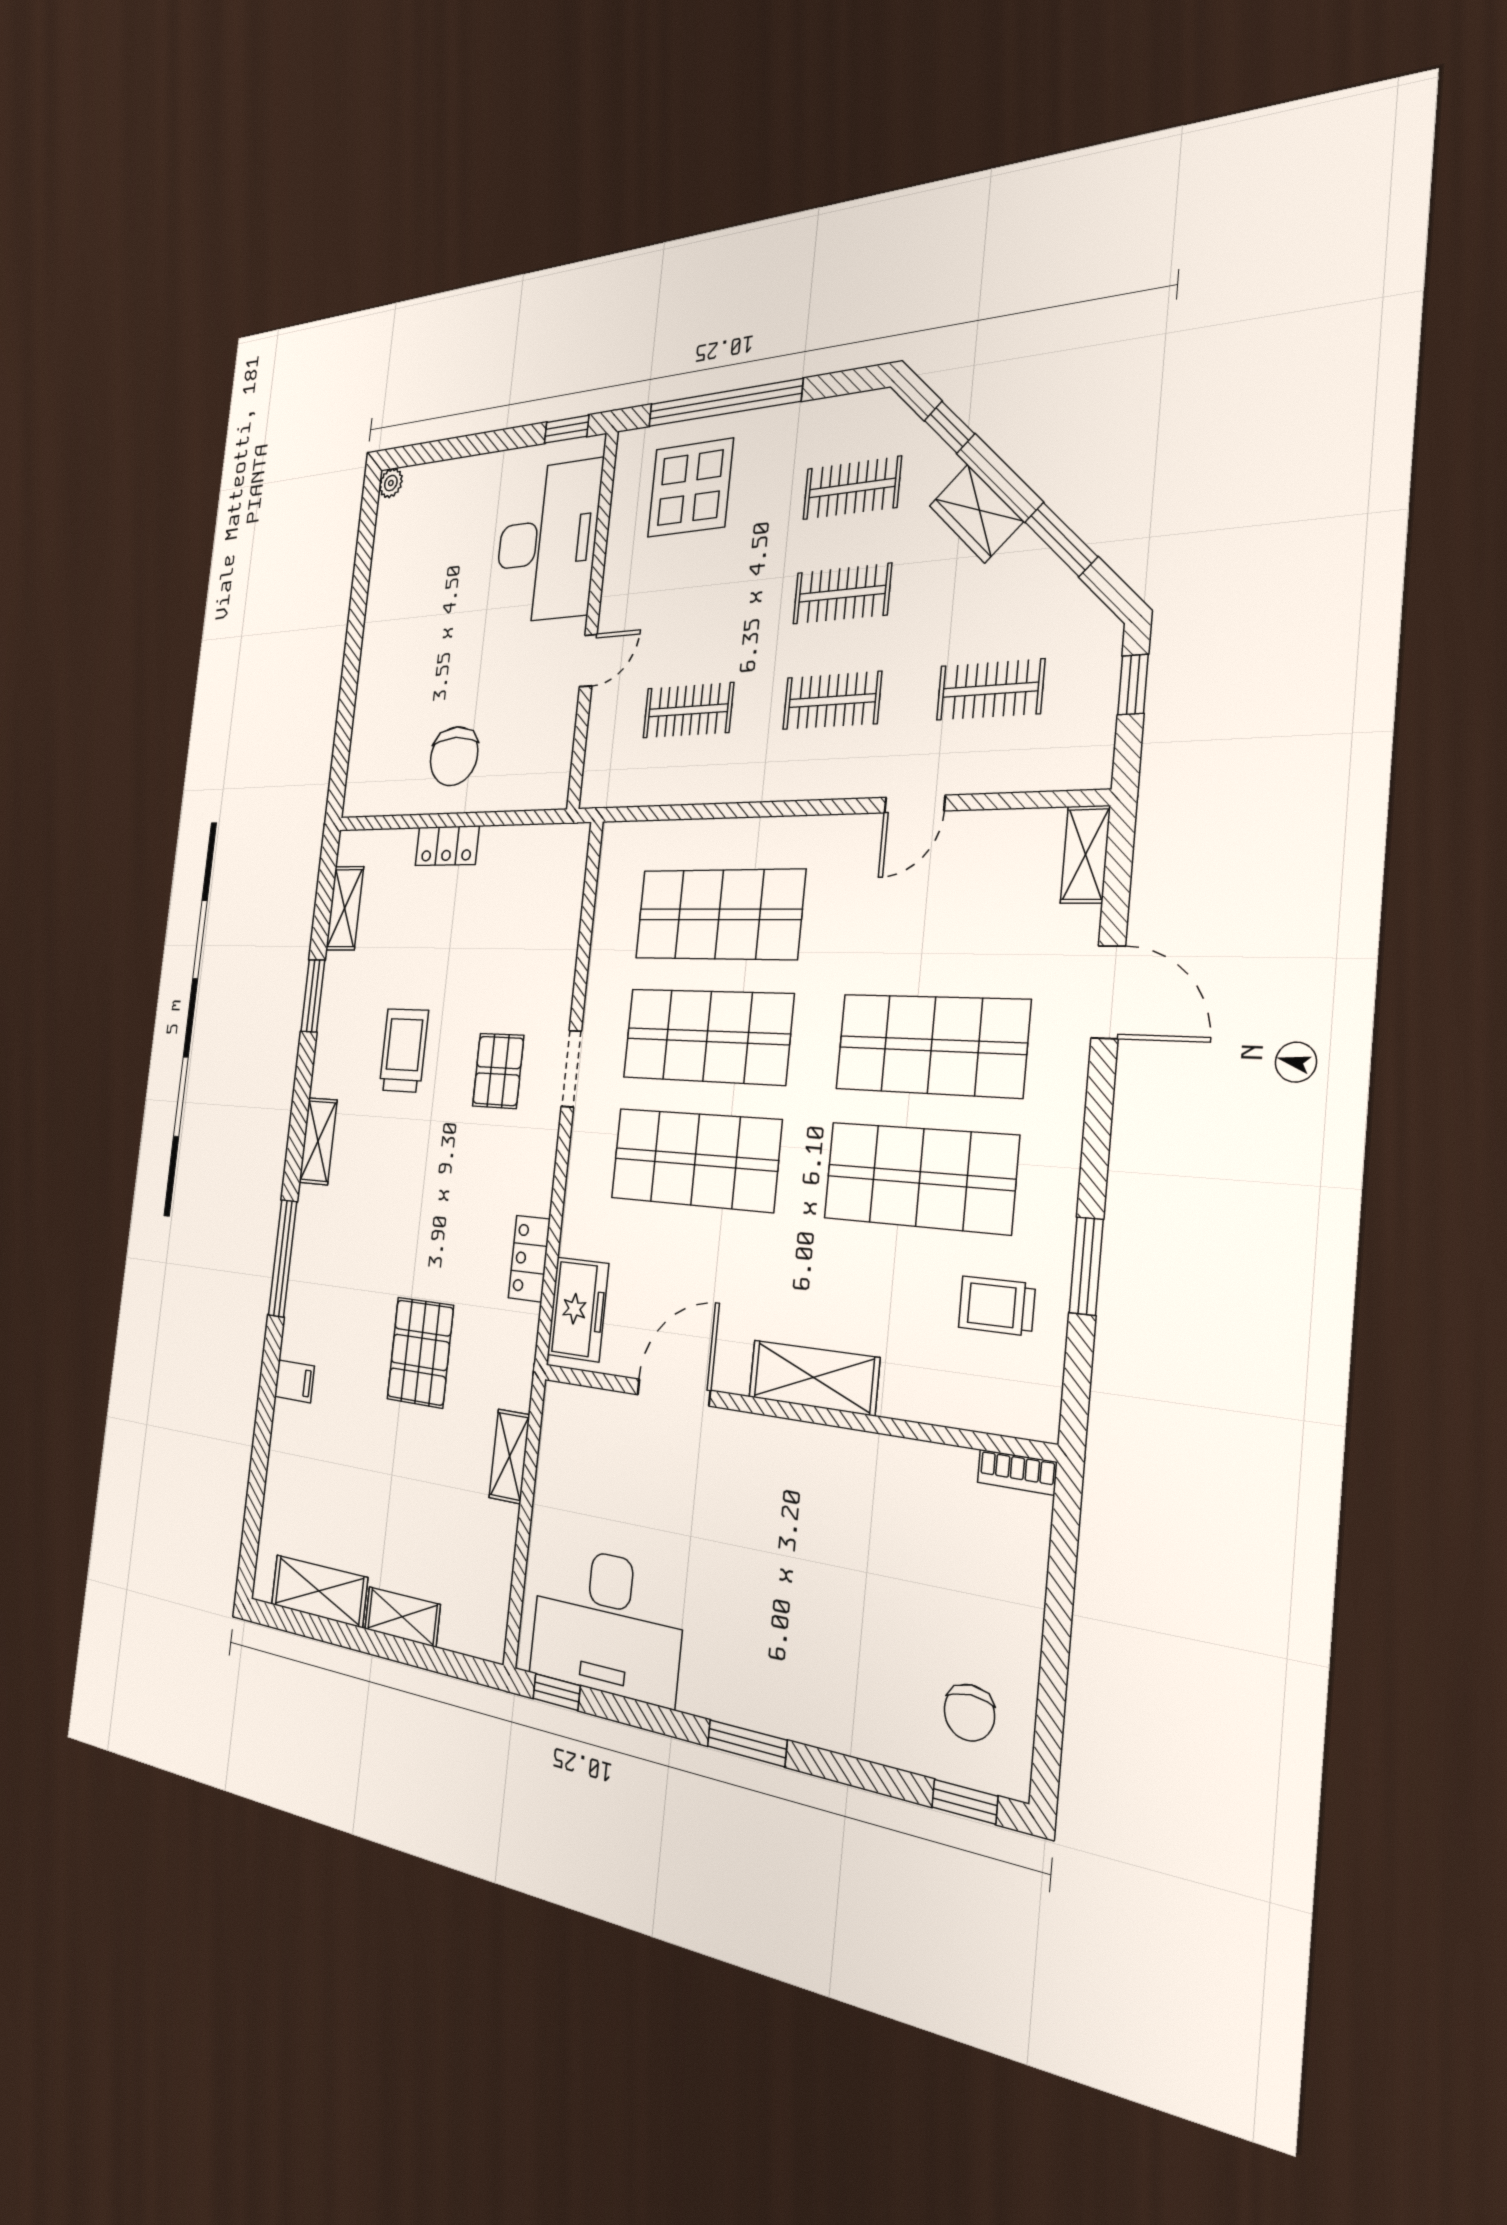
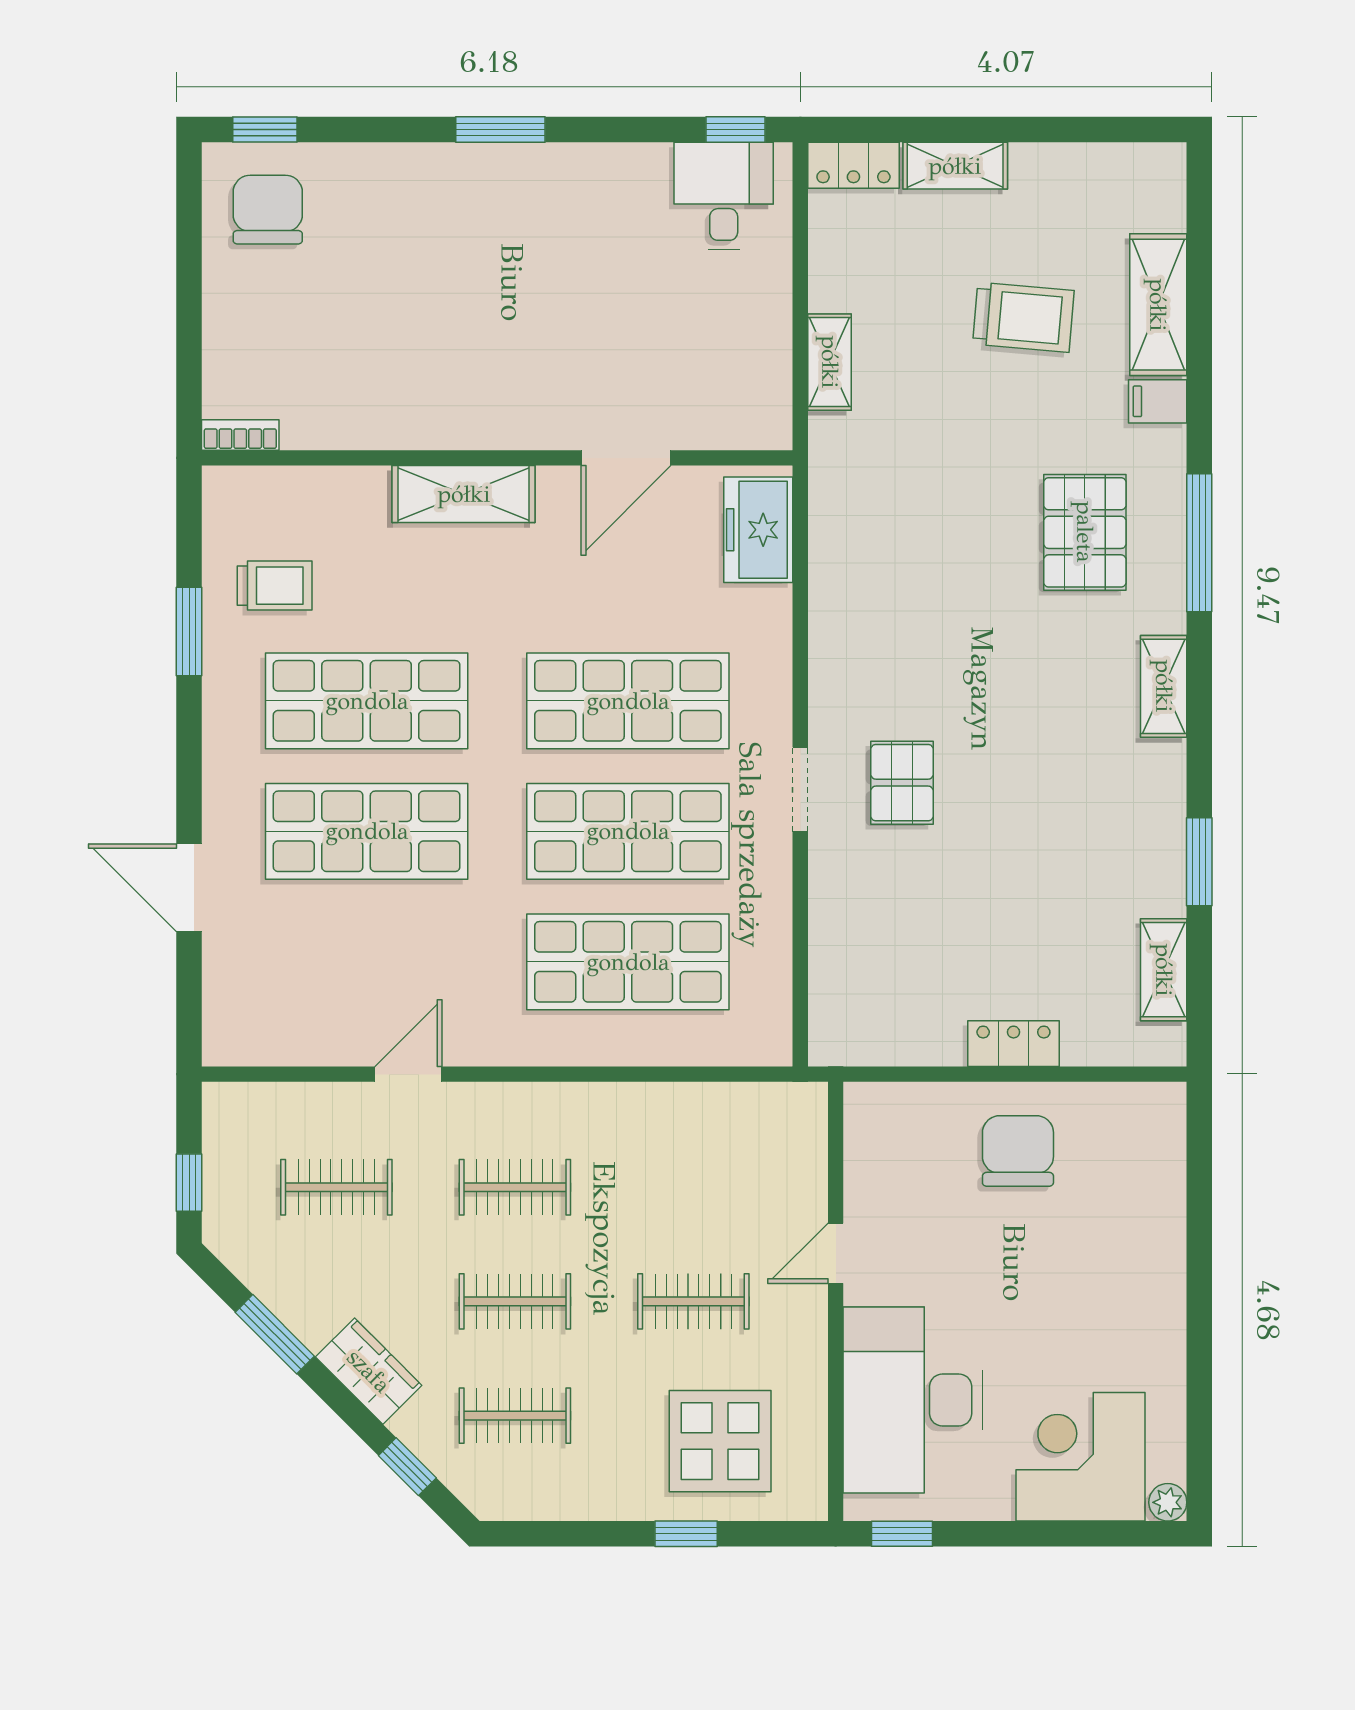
window: (724, 403) -> (686, 1534), width x0.32
corner desk: (441, 511) -> (1081, 1457), added
clothes rail: (688, 710) -> (693, 1301), moved
shelving: (1085, 854) -> (223, 1019), removed
trolley: (404, 1050) -> (1023, 317), moved, turned -85
locker: (529, 1259) -> (853, 165), moved, turned 90
pallet: (420, 1352) -> (1085, 532), moved
shelving: (319, 1591) -> (1158, 305), moved, turned 90
desk: (607, 1623) -> (724, 196), width x0.53, depth x0.77
chair: (969, 1713) -> (268, 210), width x1.37, depth x1.37

